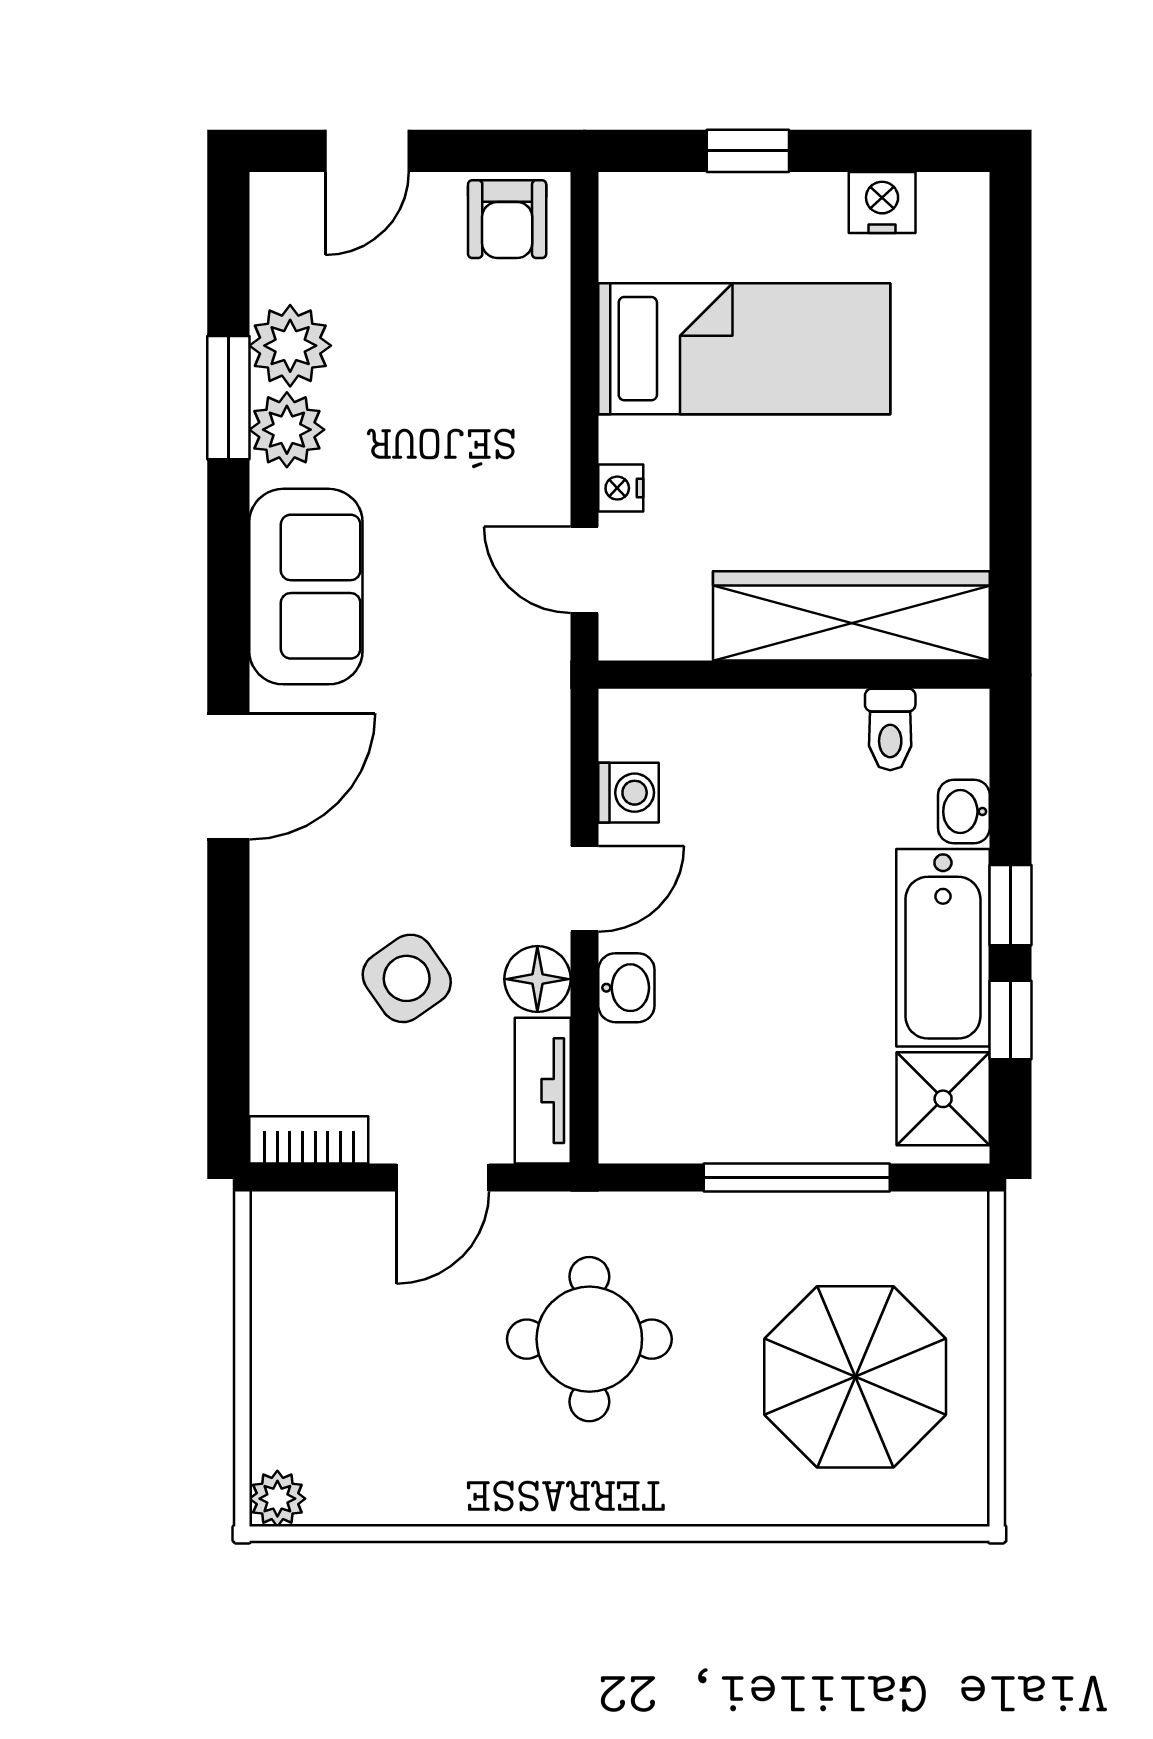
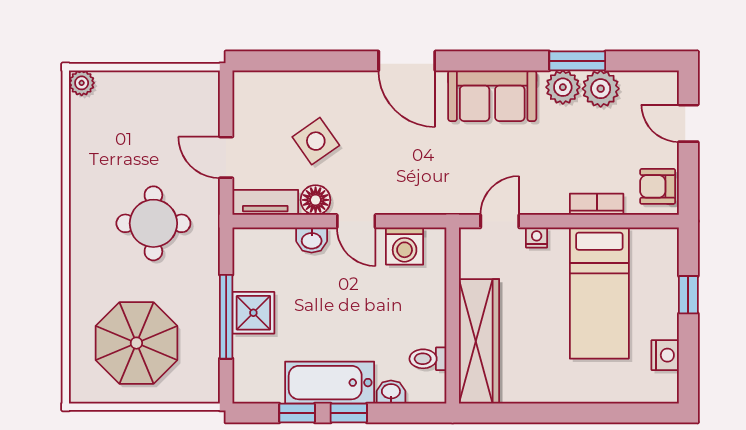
washing machine: (629, 793) -> (405, 246), width x1.38, depth x1.38
shower: (943, 1099) -> (253, 313), moved
bookcase: (309, 1140) -> (597, 204), moved, turned -90

